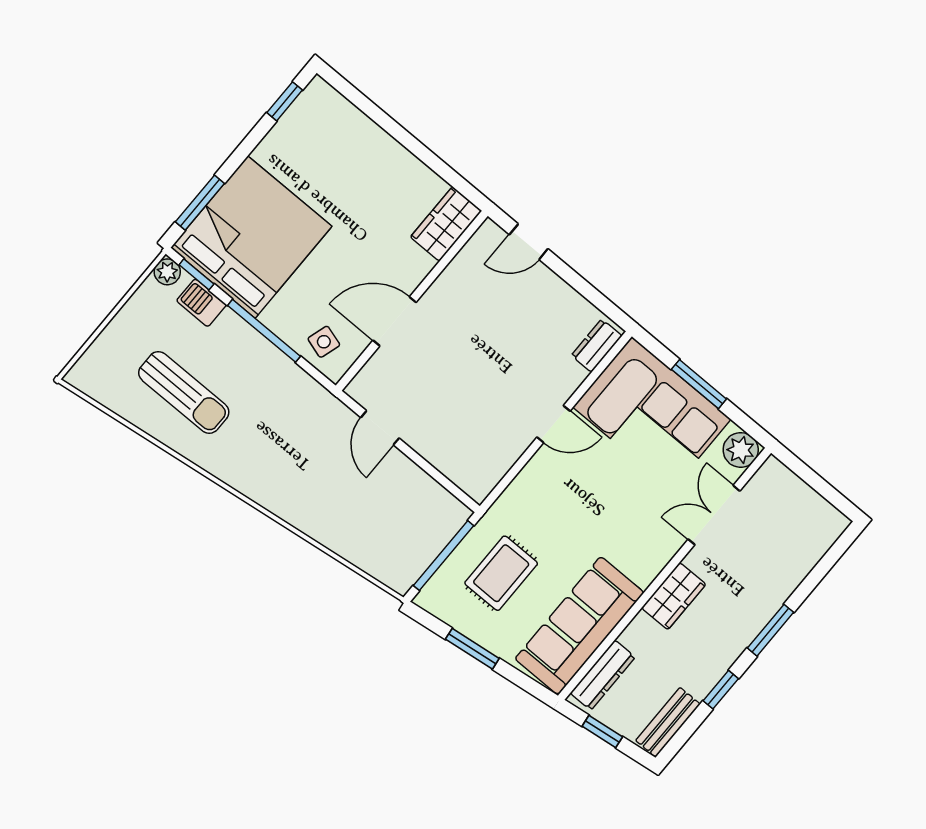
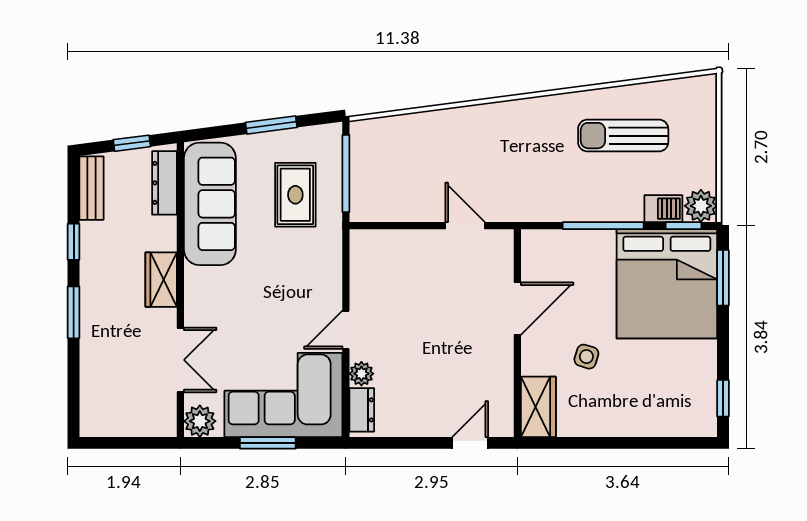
plant: (167, 272) -> (701, 206), width x1.38, depth x1.38
side table: (324, 342) -> (586, 357), moved
plant: (571, 376) -> (361, 374), added

